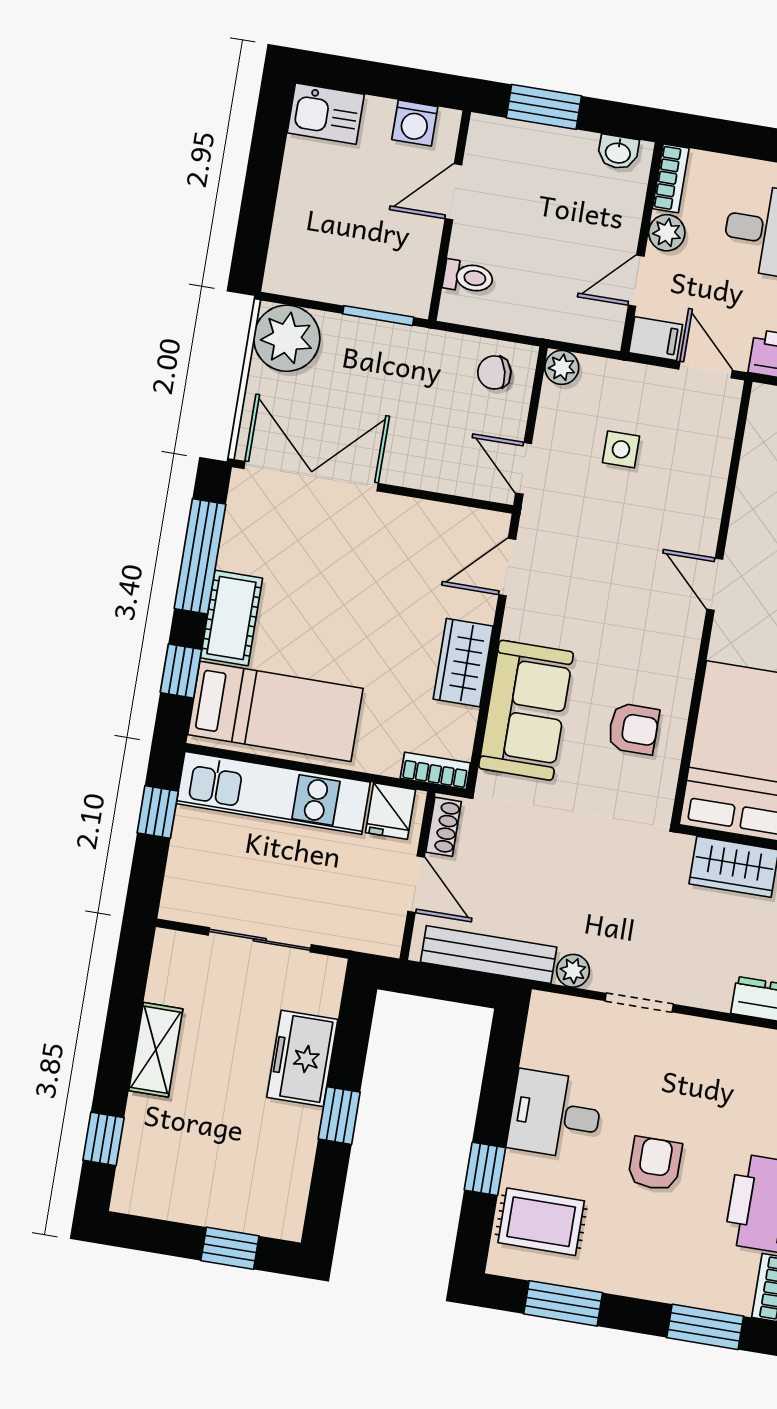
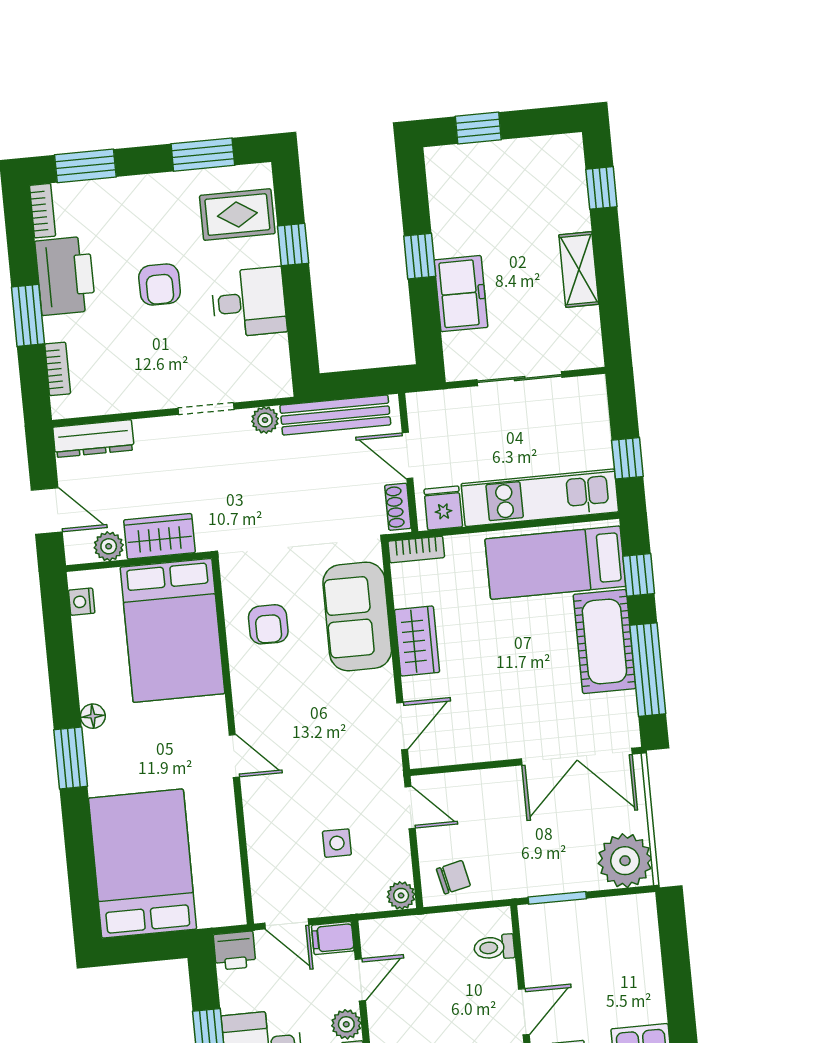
cot: (231, 618) -> (604, 641), width x1.37, depth x1.34
armchair: (633, 729) -> (268, 624), turned -90

